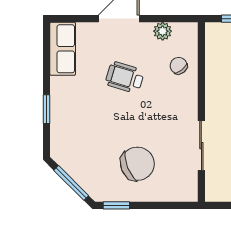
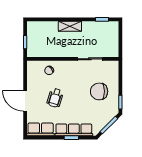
plant: (163, 31) -> (32, 79), removed
row of seats: (62, 114) -> (74, 130), added
chair: (137, 164) -> (99, 91), turned -68

